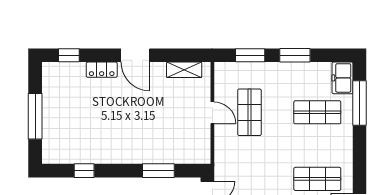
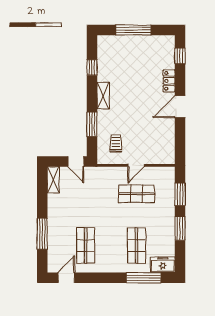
shelving: (184, 70) -> (103, 96), moved
trolley: (184, 139) -> (116, 143), added

